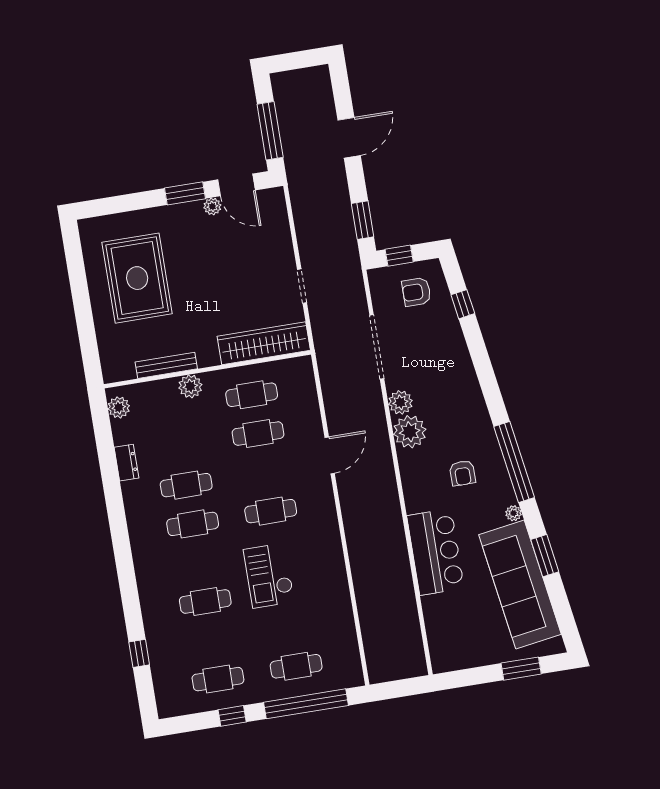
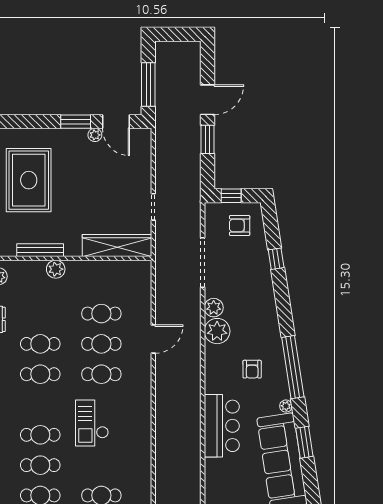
window: (363, 220) -> (208, 139), moved
window: (463, 304) -> (276, 259), moved
cafe table: (252, 395) -> (101, 344), moved
cafe table: (212, 640) -> (40, 465), added

